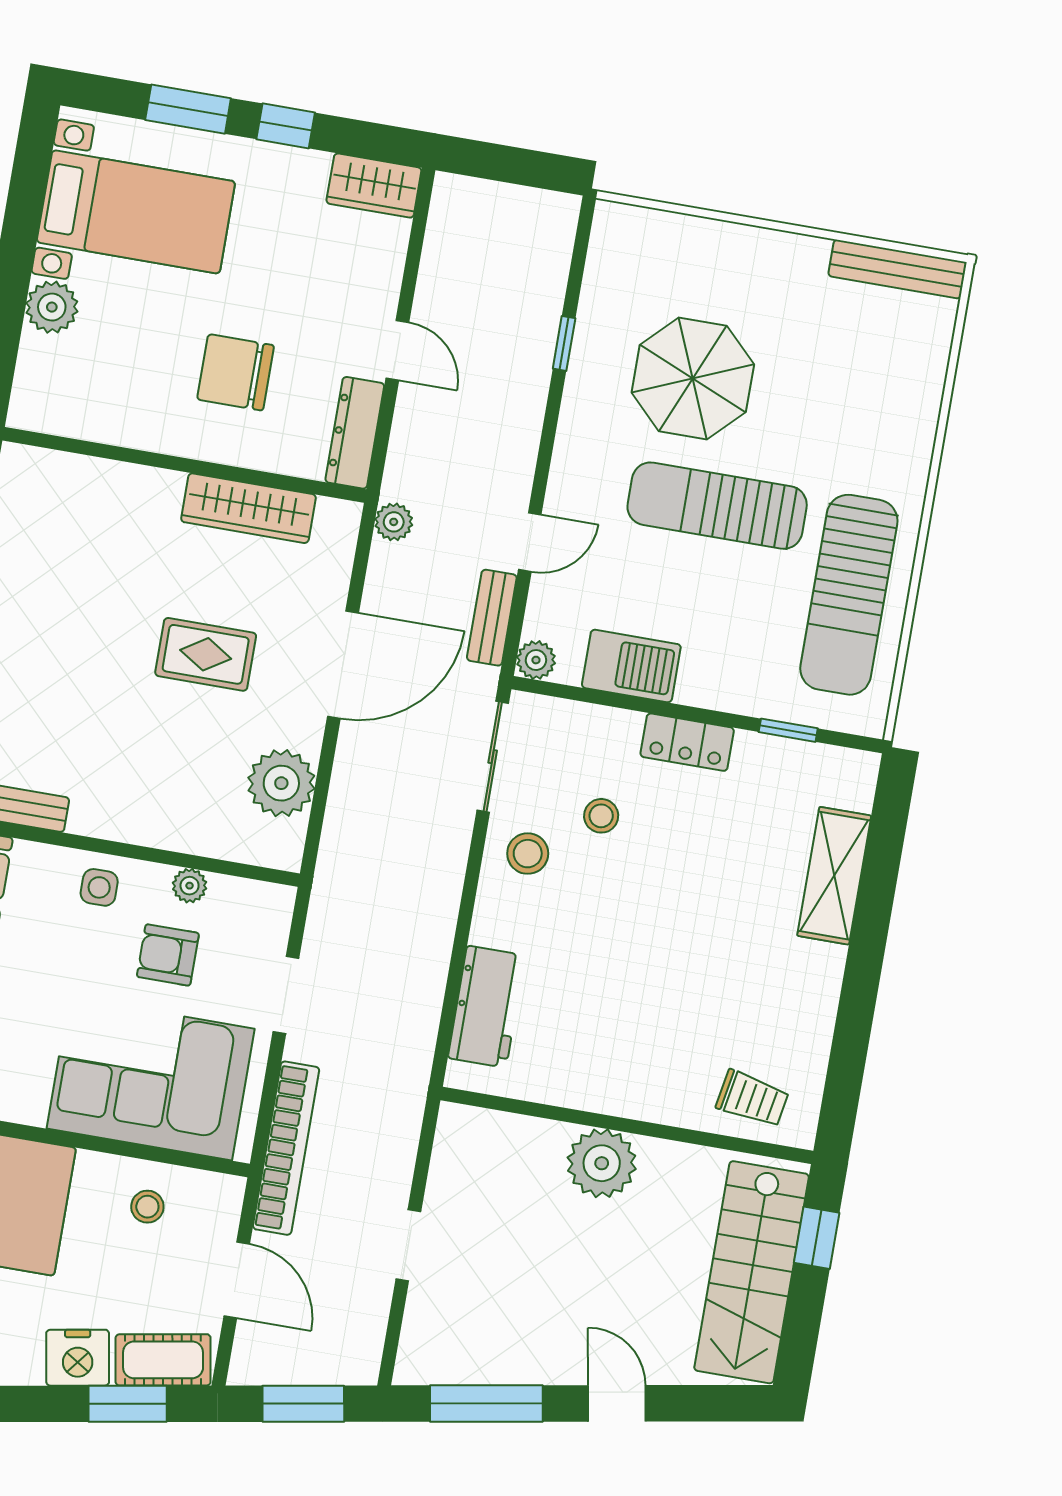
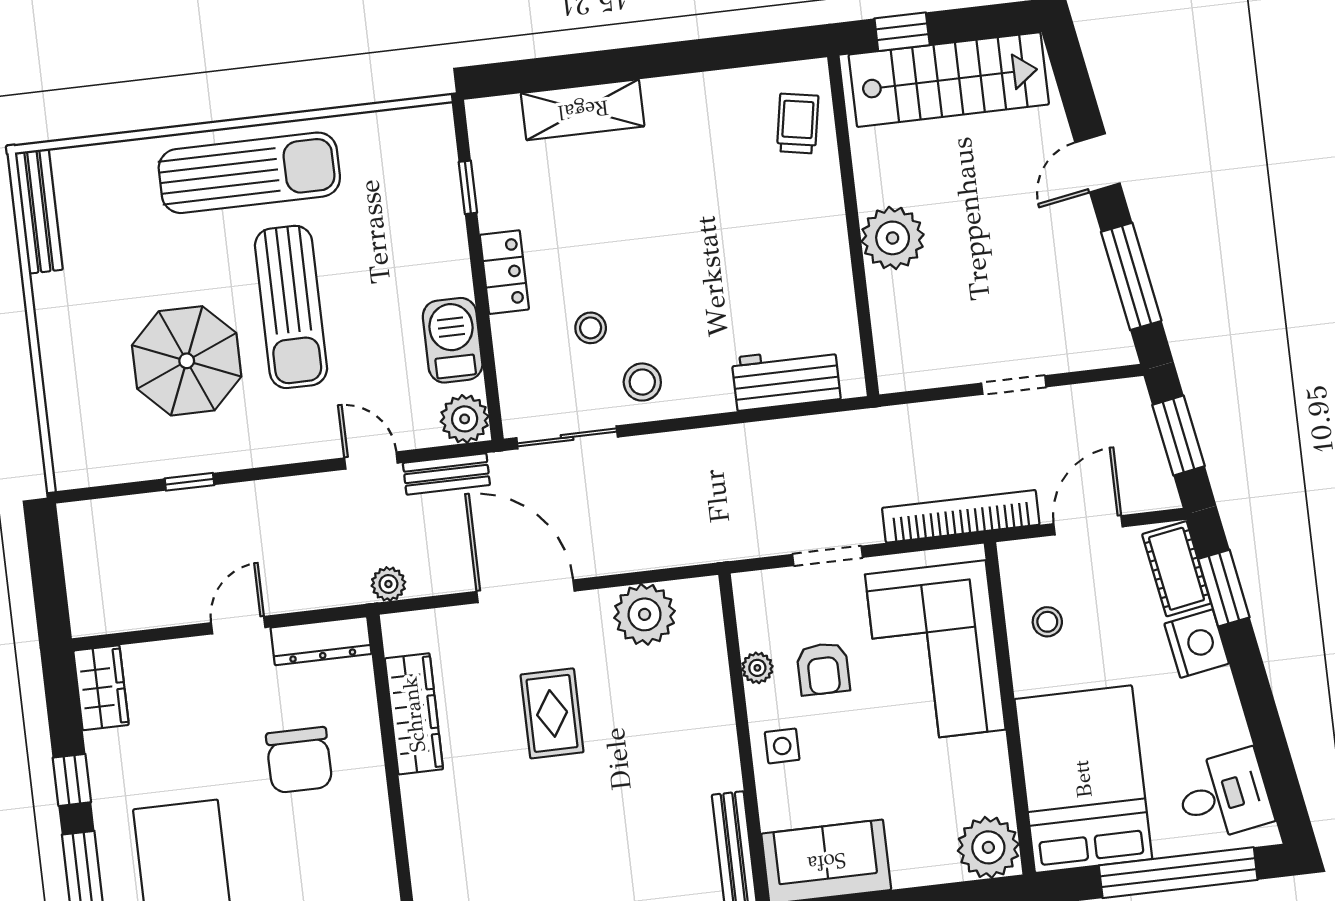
sun lounger: (849, 595) -> (249, 173), moved
plant: (536, 660) -> (465, 419), width x1.38, depth x1.38

